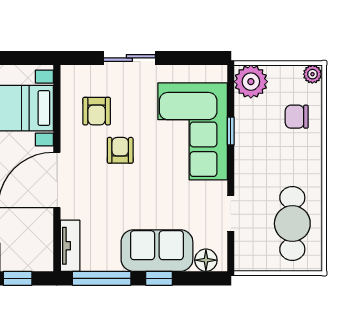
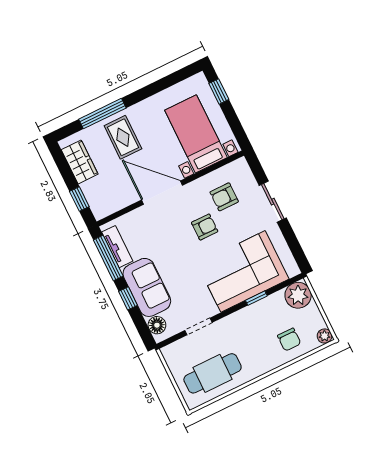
chair: (297, 117) -> (289, 340), turned 180
tv unit: (70, 246) -> (117, 247), moved, turned -90

